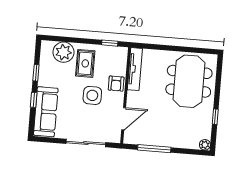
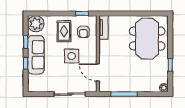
plant: (64, 52) -> (36, 24), moved
tv unit: (135, 69) -> (103, 28), width x0.71
armchair: (116, 84) -> (83, 32), moved
sofa: (46, 112) -> (36, 55), moved
door: (124, 119) -> (98, 72), swing flipped

